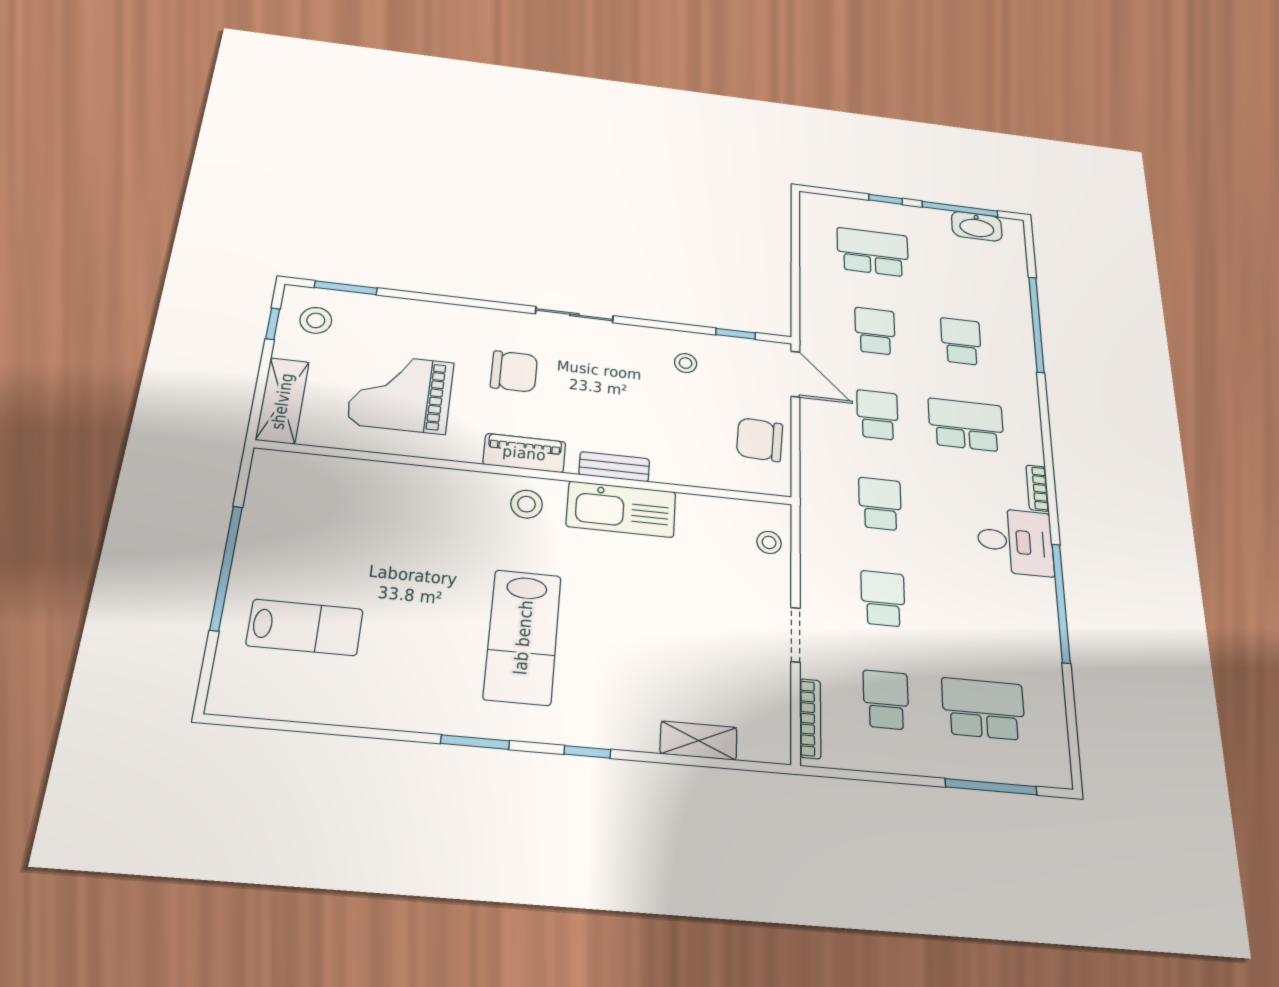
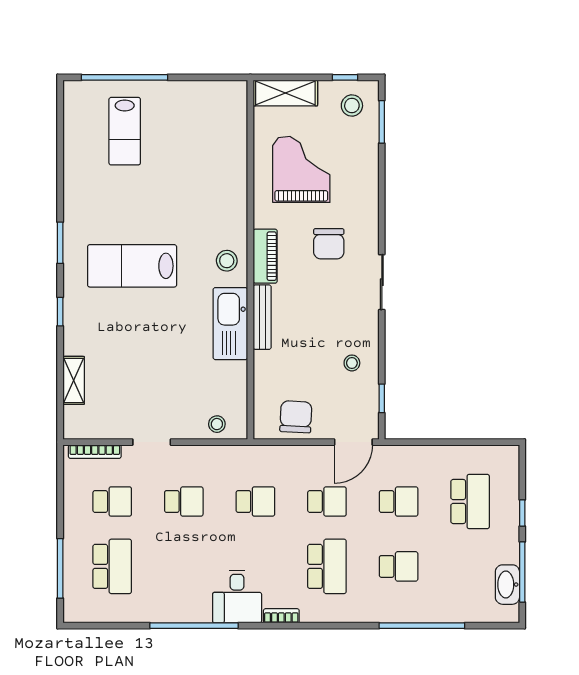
bench: (614, 467) -> (262, 317), width x1.36
window: (226, 568) -> (124, 77), moved

